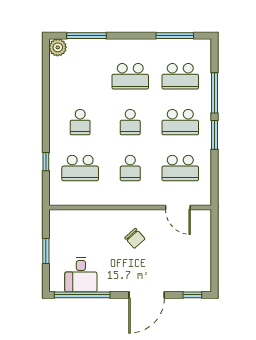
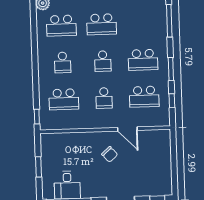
school desk: (180, 76) -> (61, 26), moved
window: (215, 93) -> (169, 21), moved
window: (46, 162) -> (37, 117), moved
window: (215, 174) -> (172, 101), added
door: (178, 208) -> (127, 129), moved

